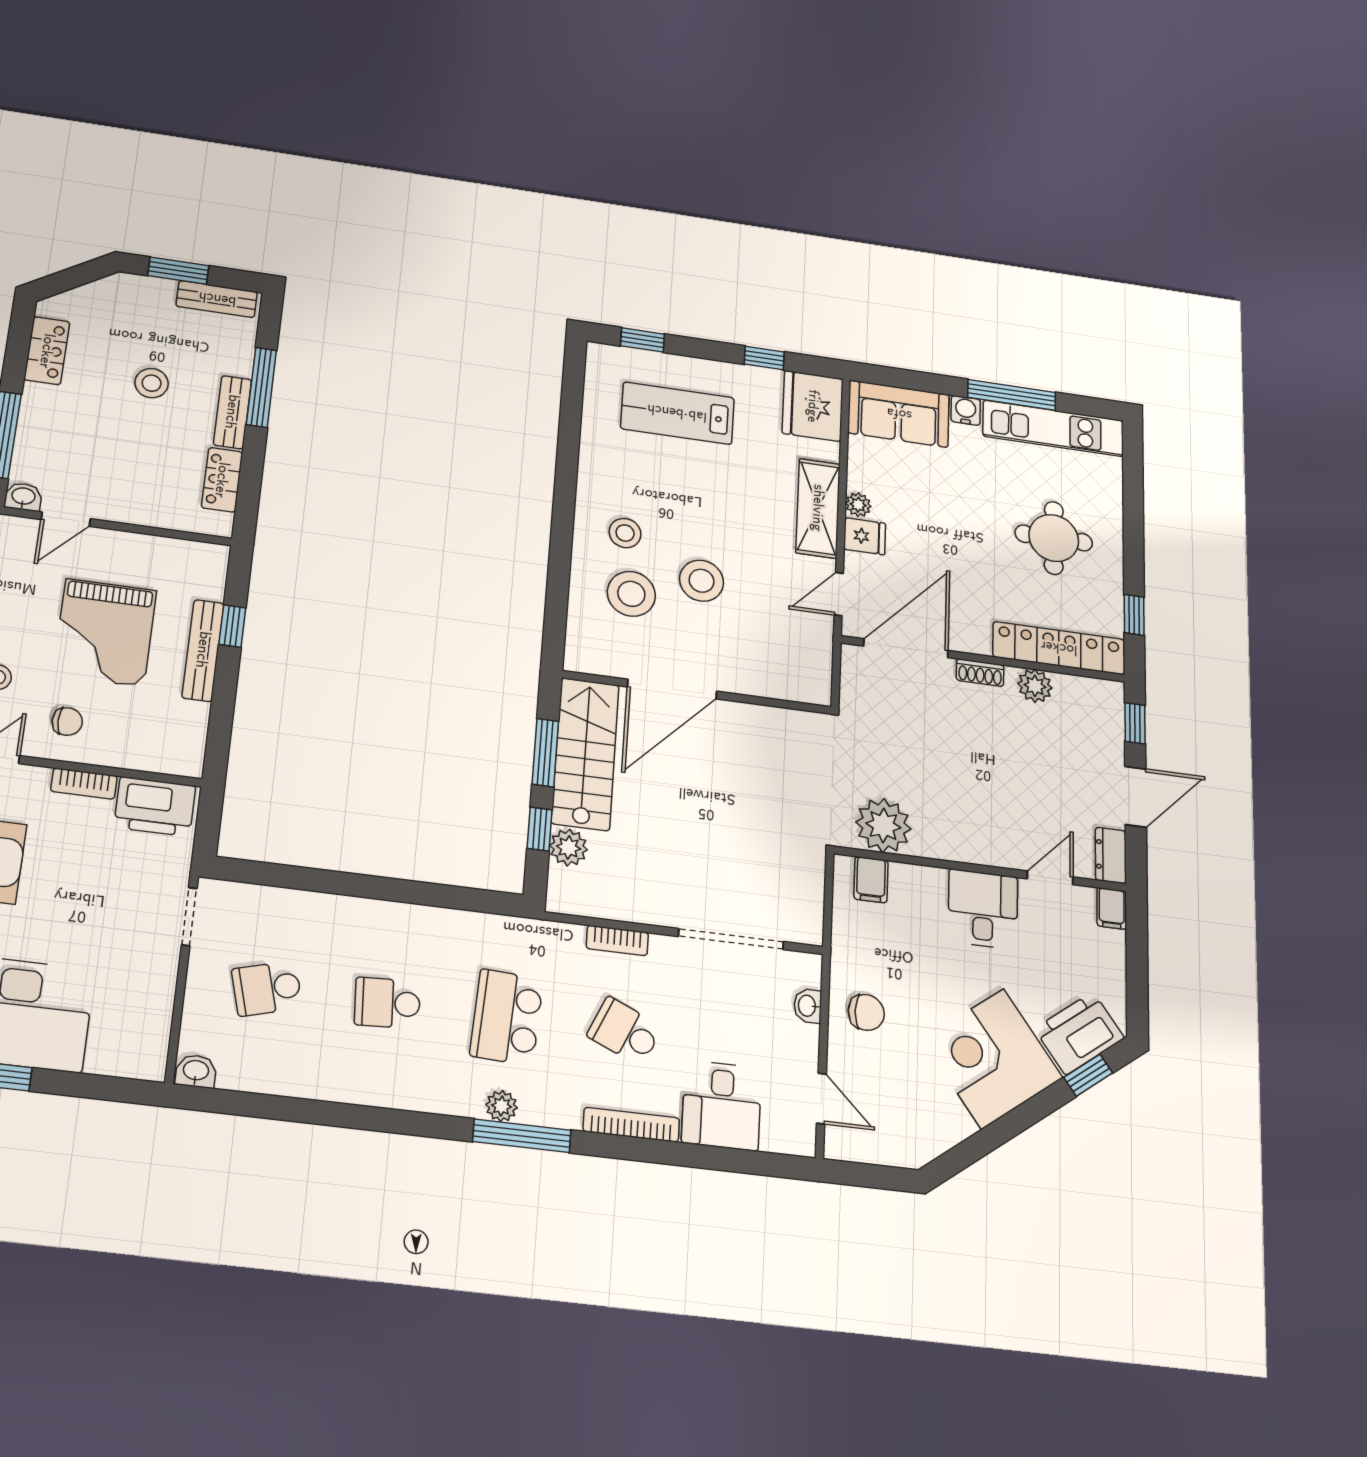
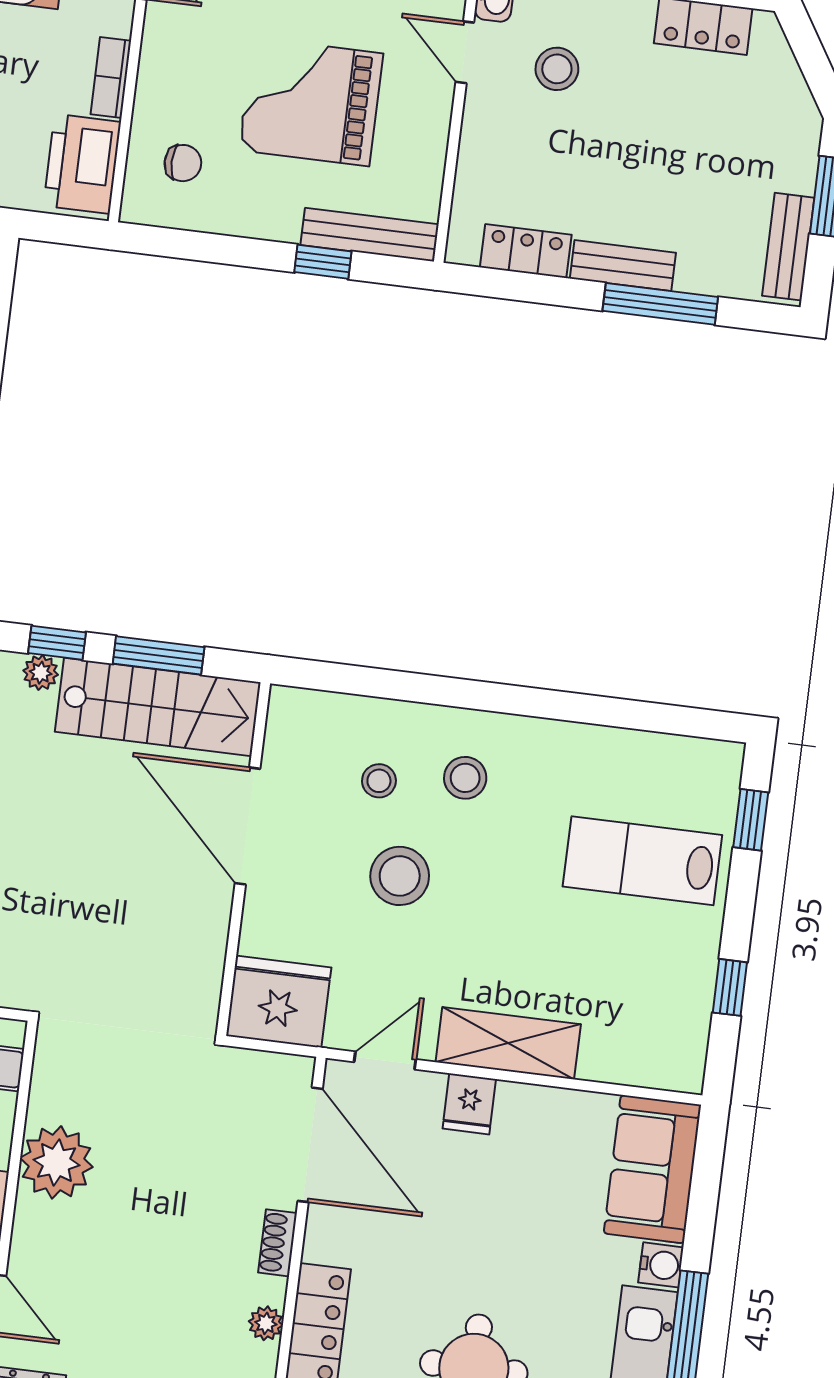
stool: (152, 383) -> (557, 69), moved
fridge: (813, 406) -> (279, 1002), moved
lab bench: (677, 413) -> (642, 861), turned -90
plant: (858, 505) -> (515, 1099), removed
stool: (631, 594) -> (379, 781), width x0.53, depth x0.53
door: (839, 594) -> (385, 1061), hinge flipped
bench: (203, 650) -> (370, 235), moved
plant: (1035, 686) -> (266, 1323), width x0.73, depth x0.73
chair: (67, 721) -> (183, 163), moved, turned -90
plant: (883, 826) -> (56, 1162), moved
plant: (569, 847) -> (41, 673), width x0.73, depth x0.73

